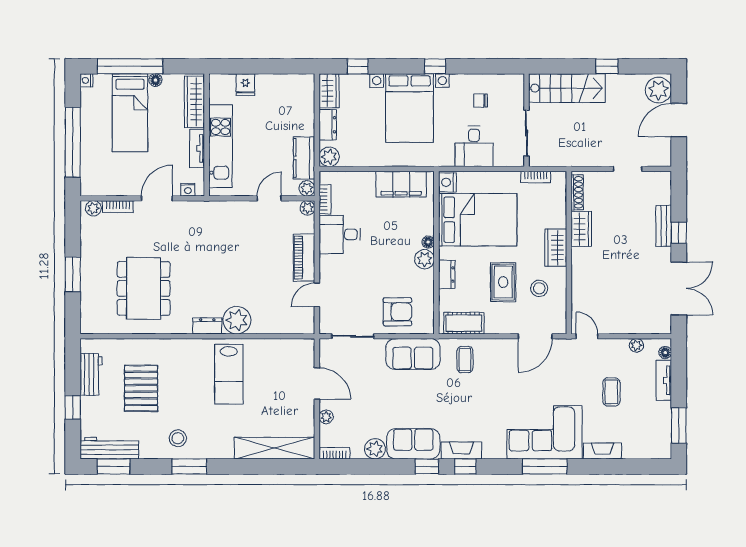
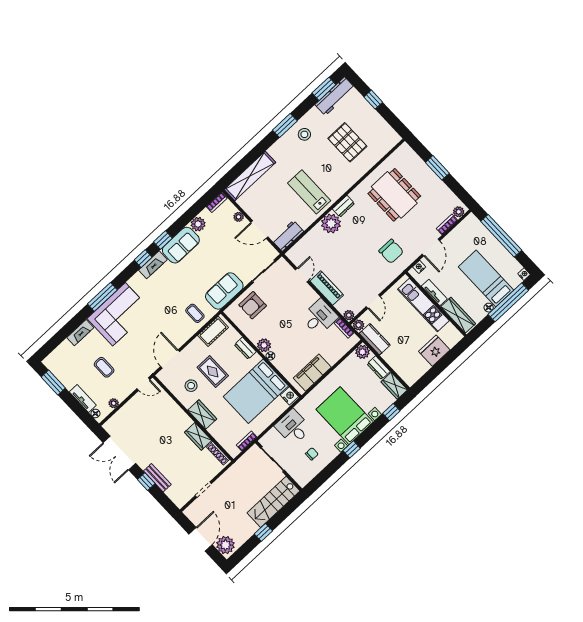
fridge: (245, 85) -> (434, 351), width x1.88, depth x1.34
chair: (202, 233) -> (391, 251), added
workbench: (91, 374) -> (288, 236), moved, turned 90

